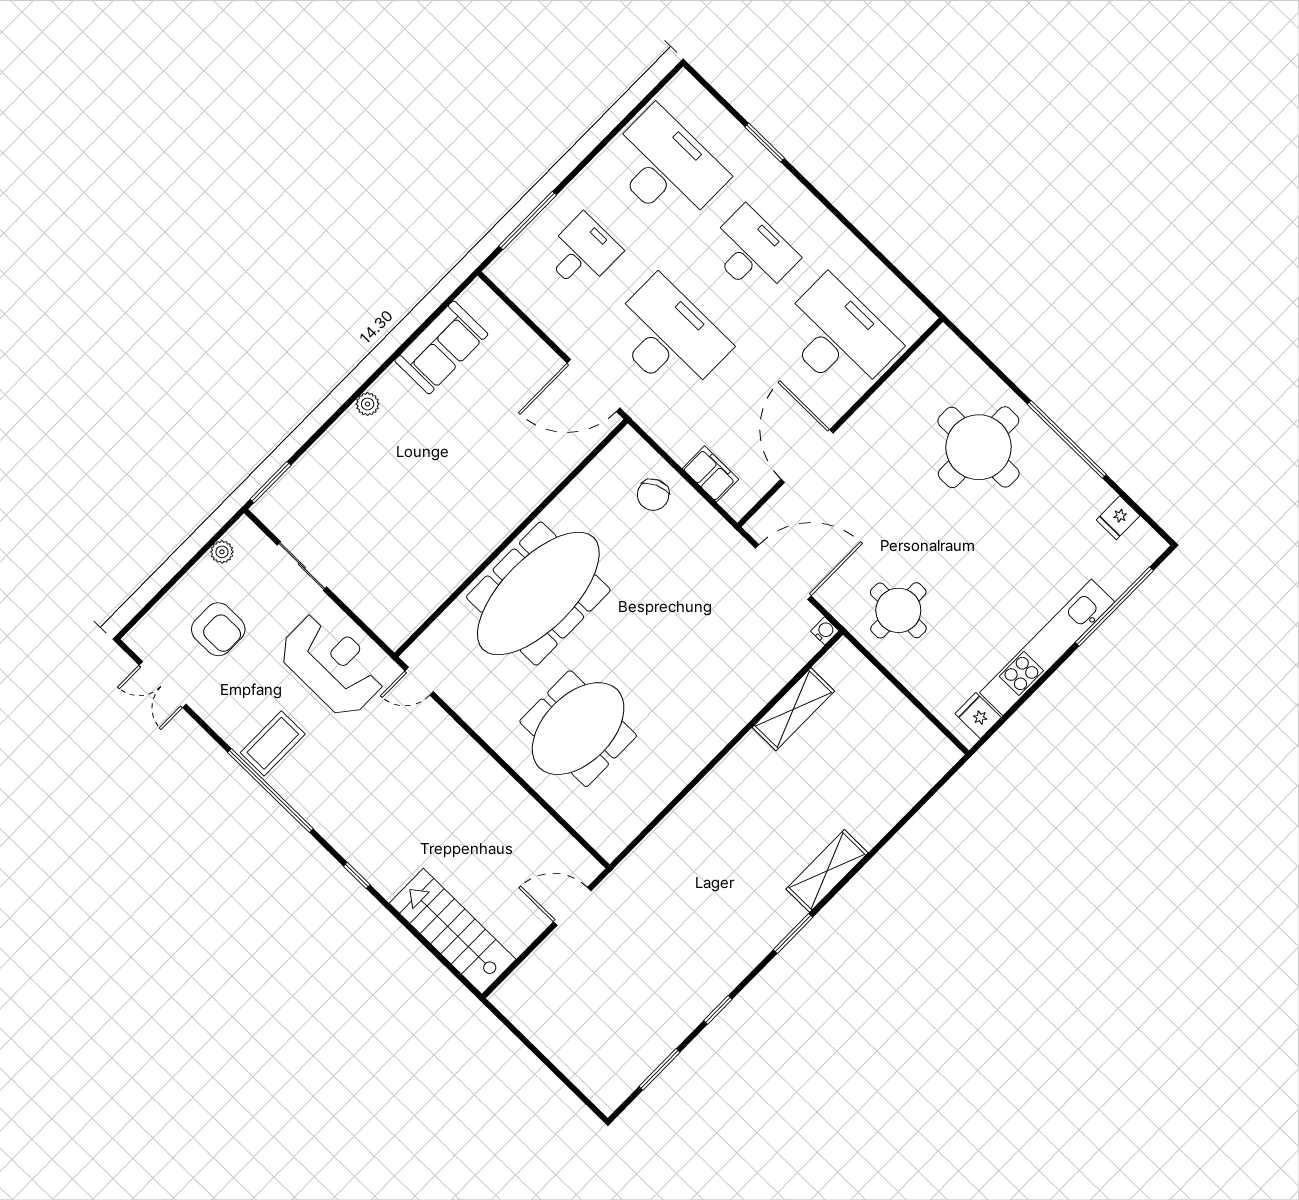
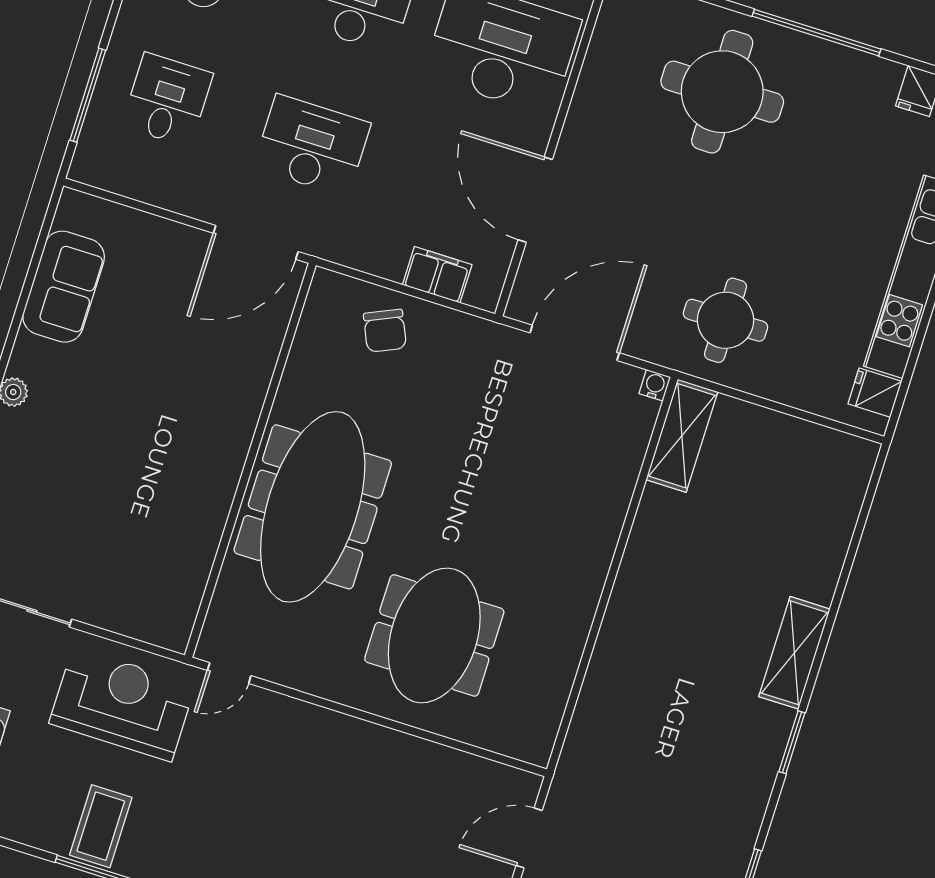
desk: (668, 337) -> (312, 146), width x0.73, depth x0.77
shelving: (793, 709) -> (682, 436), moved

